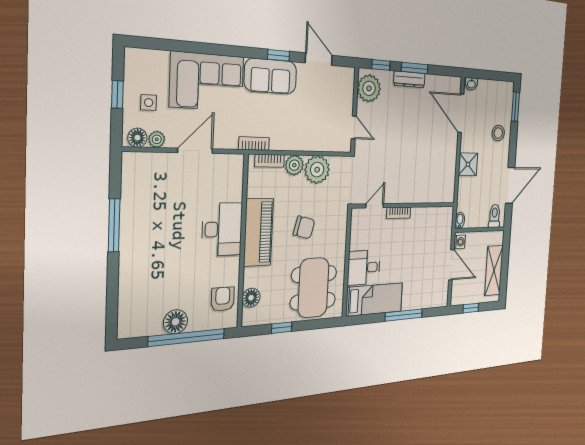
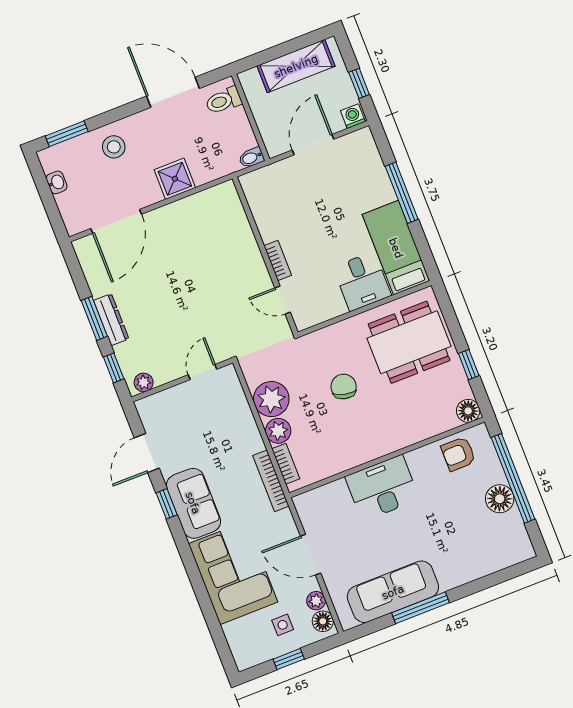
washbasin: (471, 84) -> (57, 182), moved
plant: (369, 88) -> (144, 382), width x0.53, depth x0.53
bookcase: (254, 144) -> (271, 481), width x1.56
sofa: (137, 207) -> (393, 592), added
piano: (258, 232) -> (370, 442), removed
washing machine: (460, 242) -> (353, 116), moved
floor lamp: (251, 298) -> (468, 411), moved

